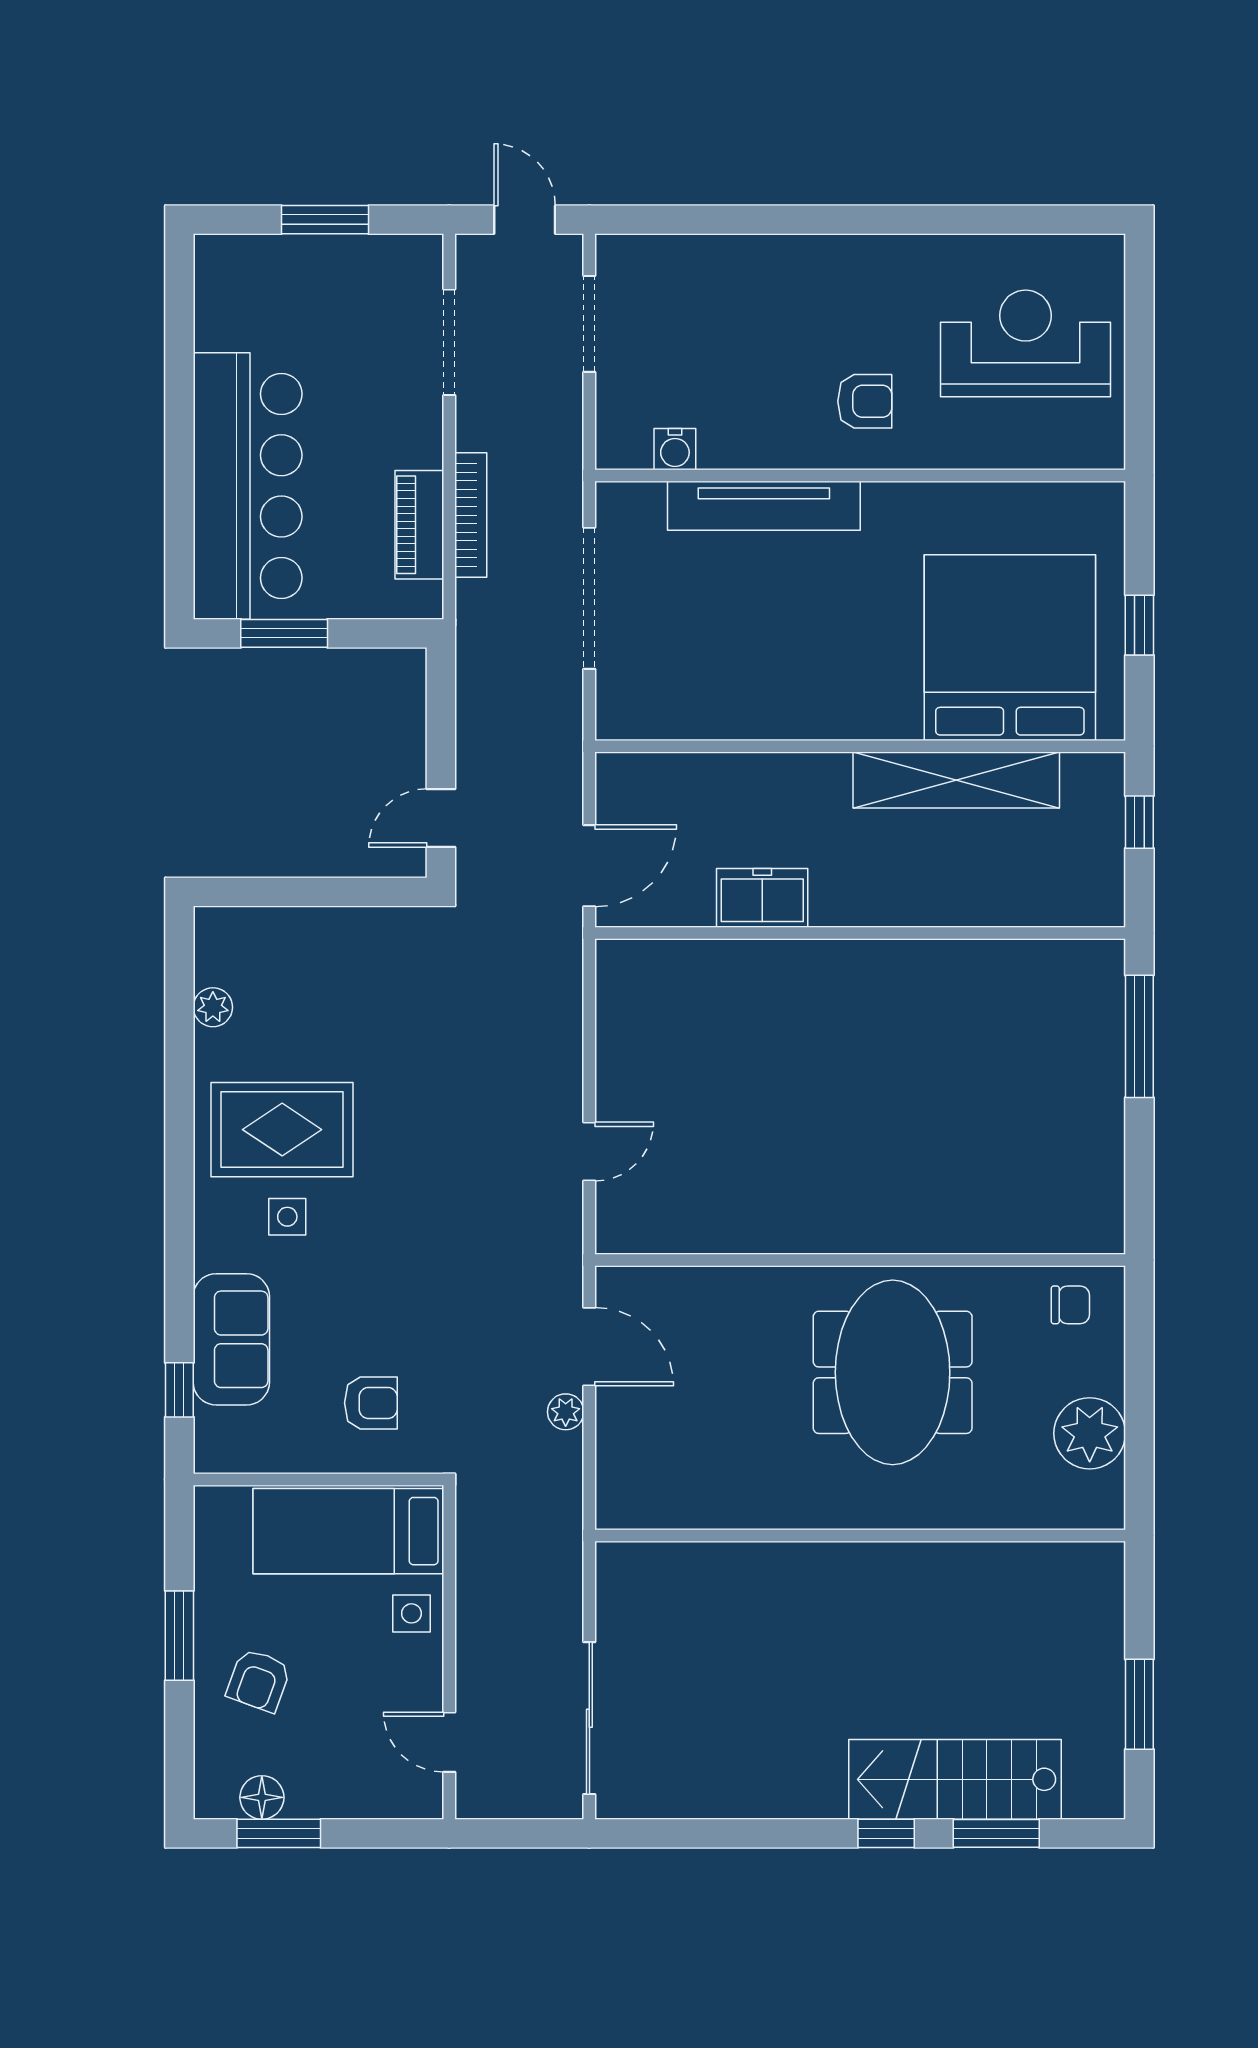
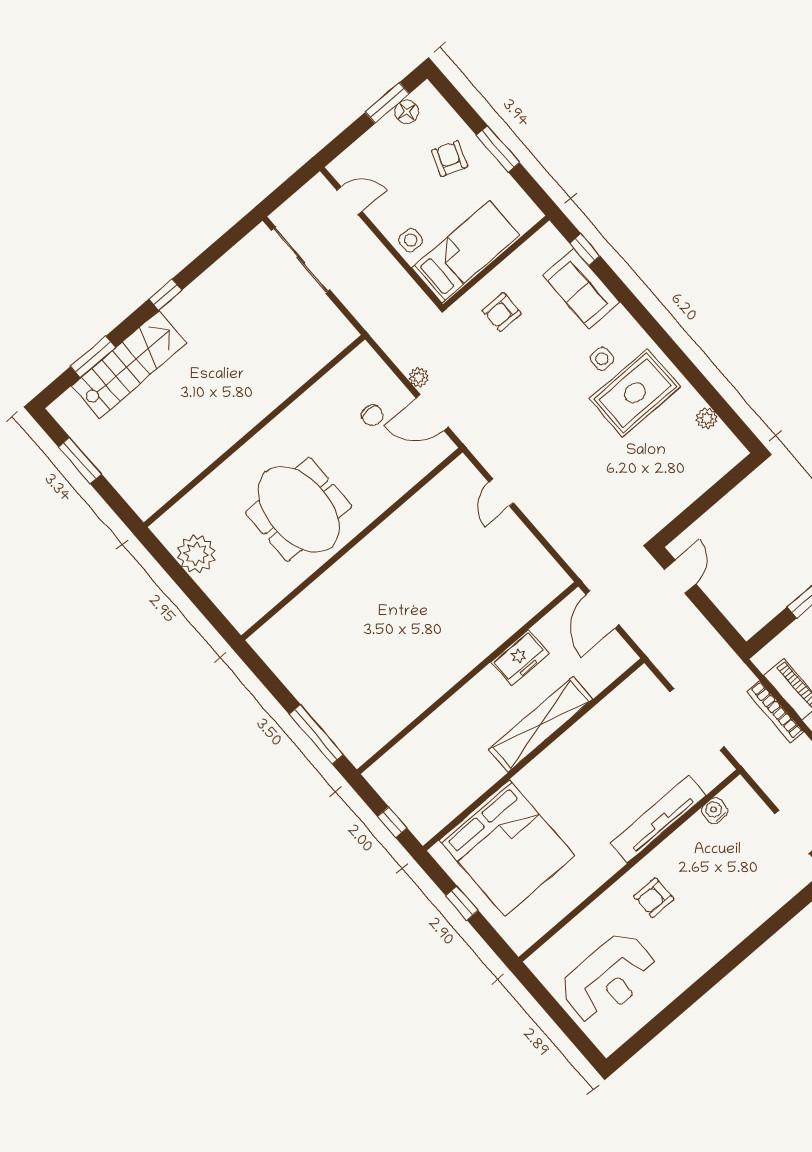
shelving: (956, 780) -> (541, 724), moved
chair: (1070, 1305) -> (372, 415), moved, turned -90
window: (886, 1833) -> (165, 294), moved

